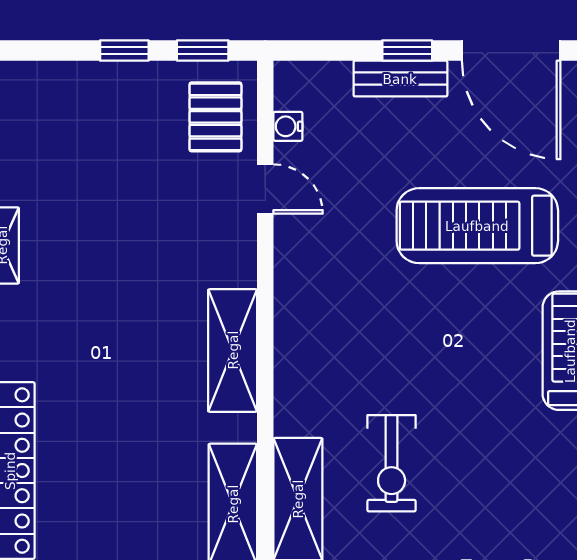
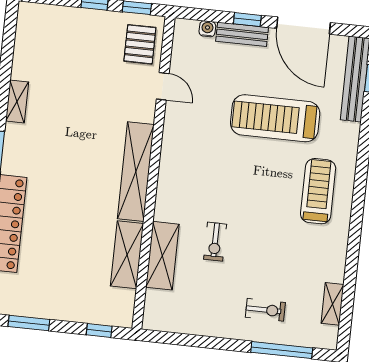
water cooler: (288, 126) -> (207, 29), moved, turned 90
shelving: (233, 350) -> (136, 172), width x1.47
exercise bike: (392, 463) -> (215, 242), width x0.73, depth x0.72

